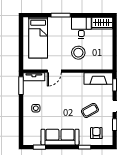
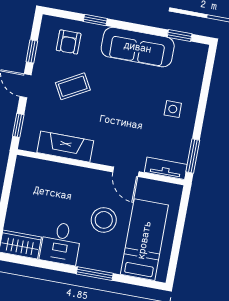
stool: (78, 53) -> (104, 220), moved
door: (54, 71) -> (126, 172), swing flipped
fireplace: (98, 78) -> (65, 147), moved

